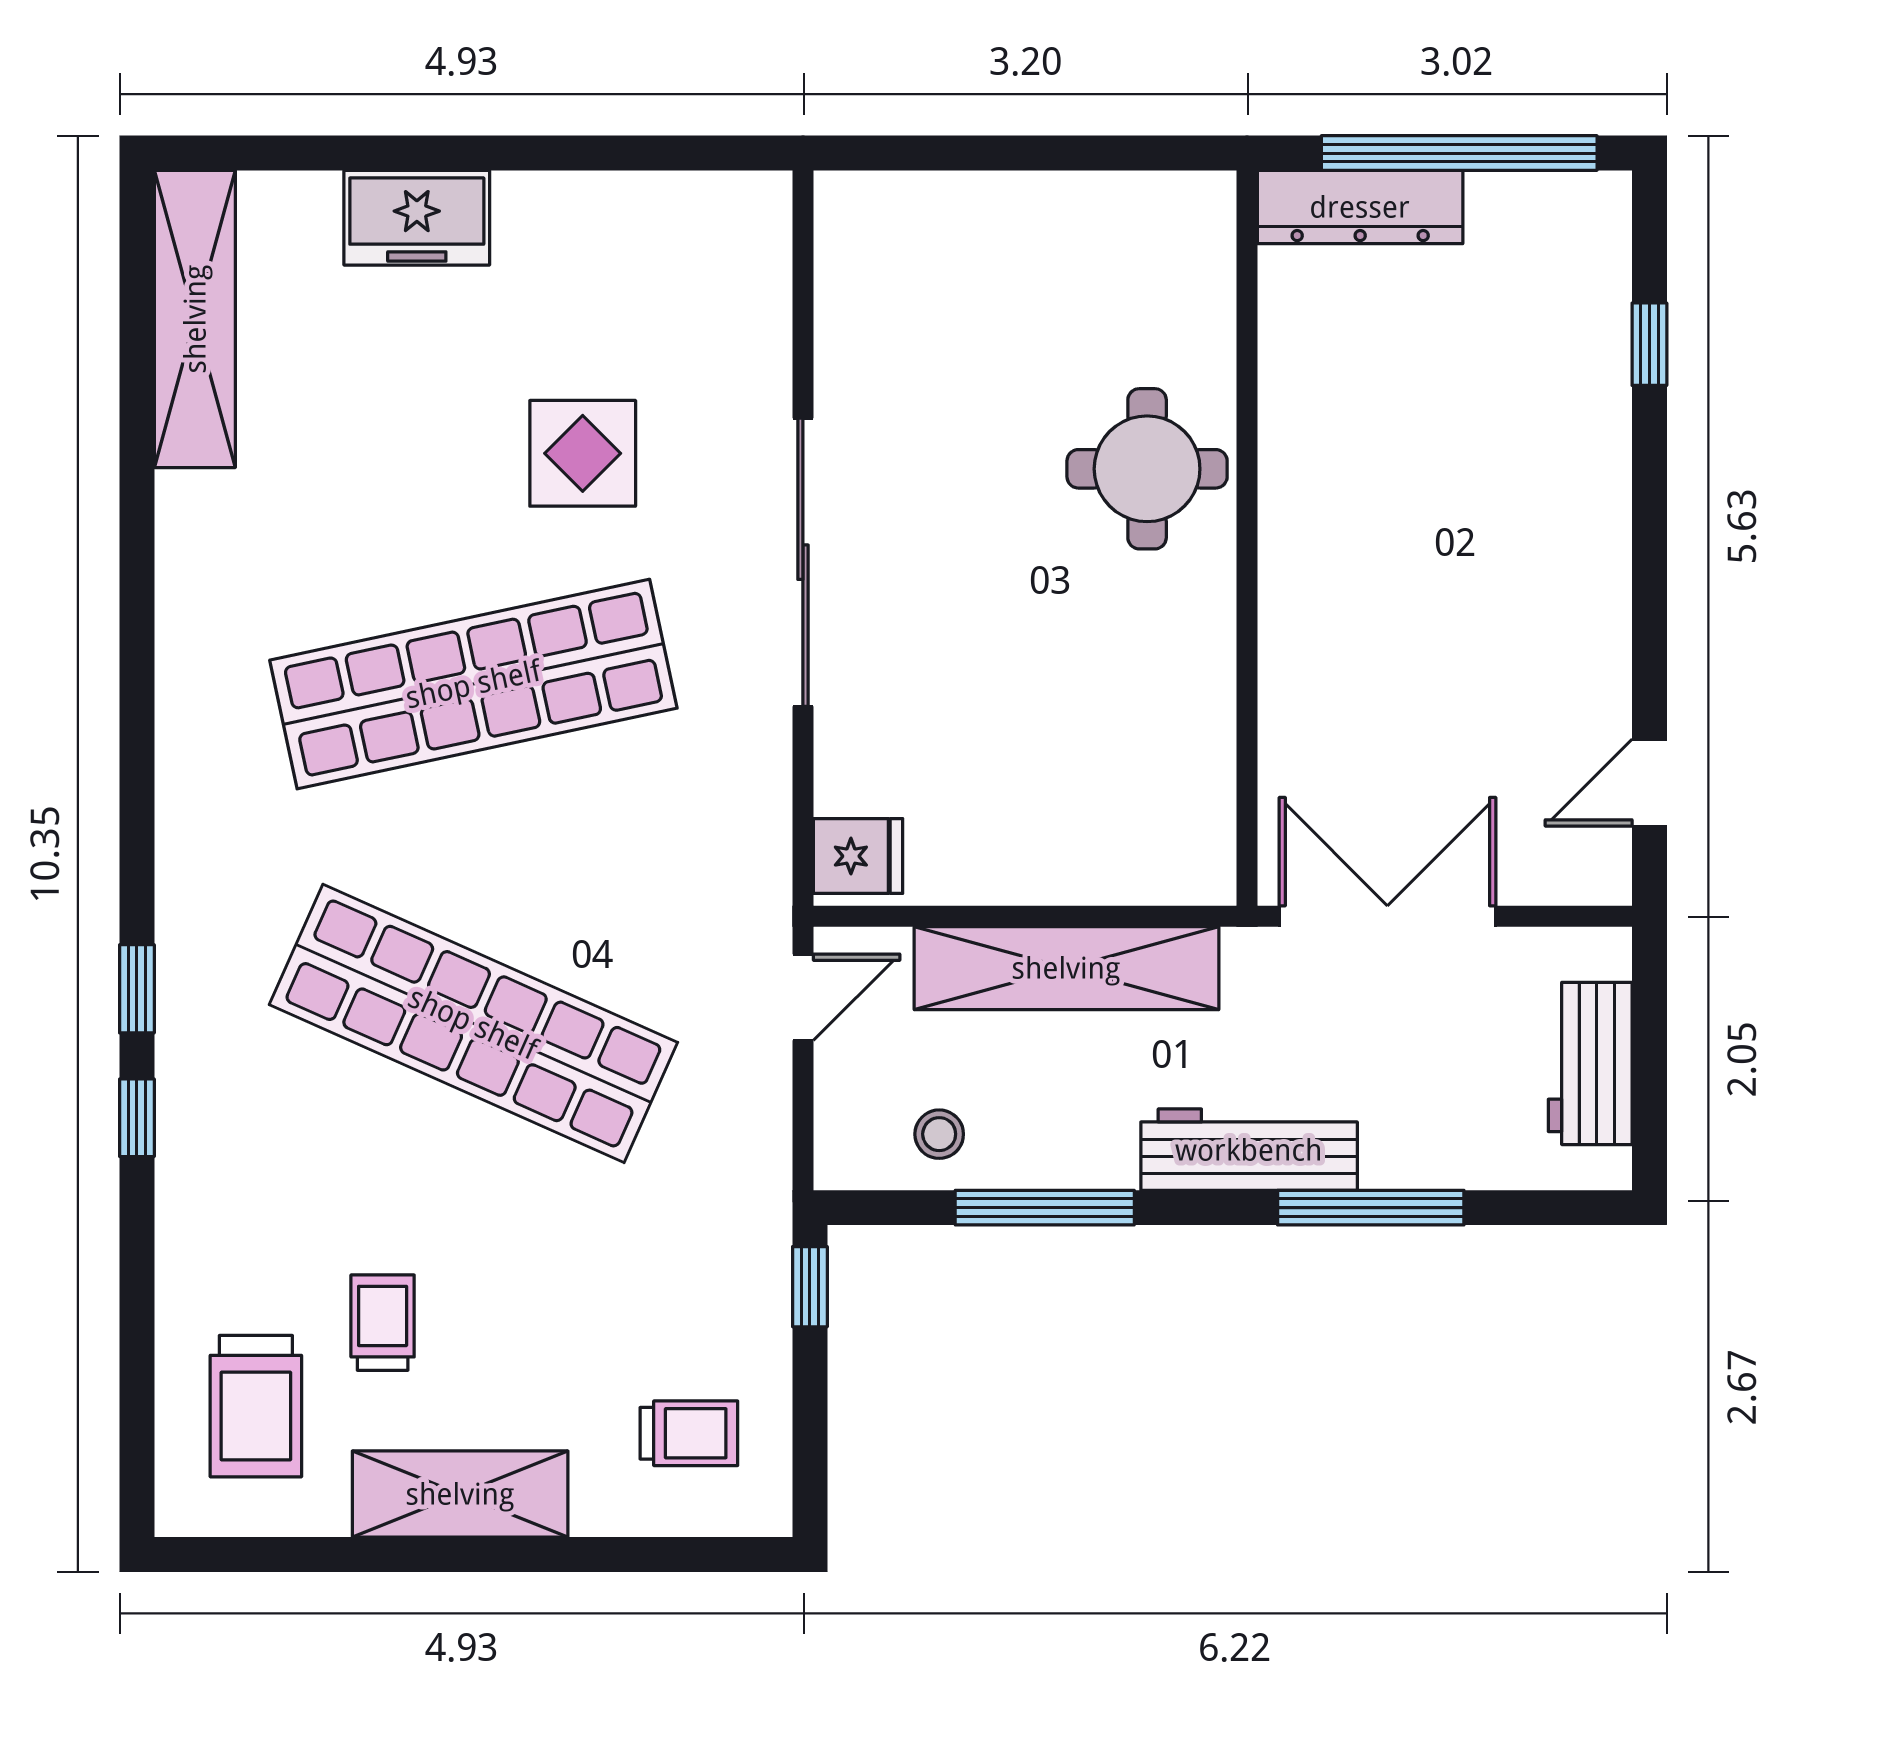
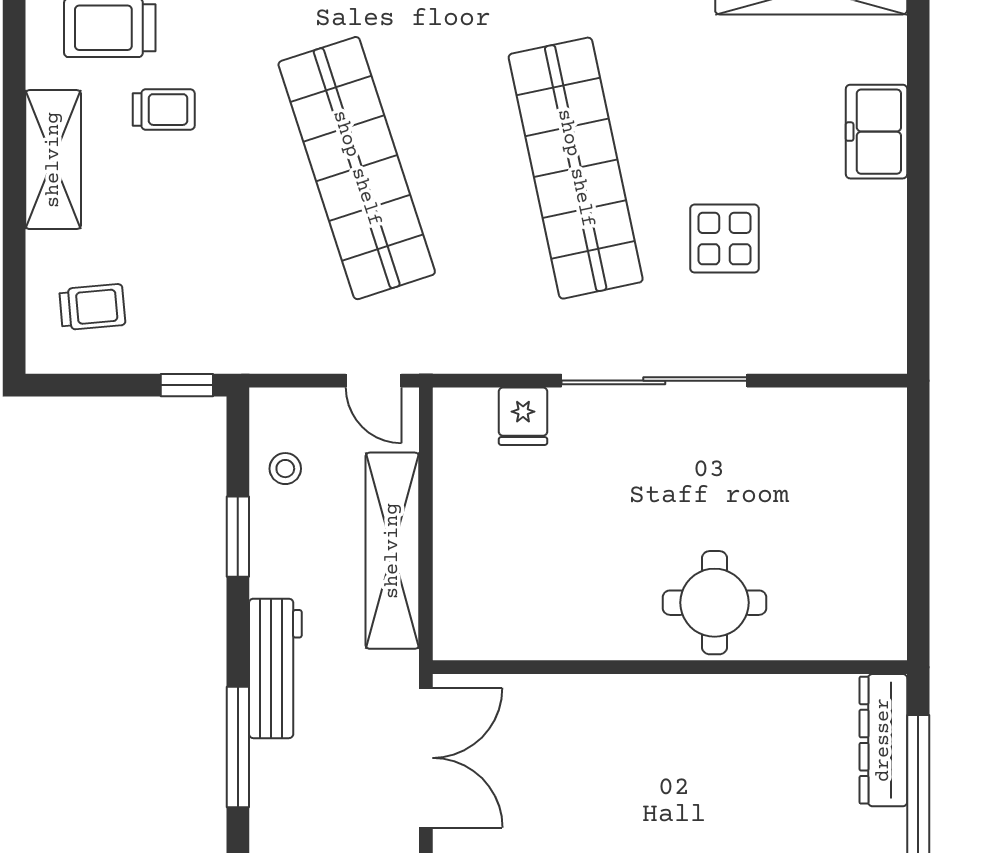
fridge: (858, 856) -> (523, 416), moved
shop shelf: (473, 1023) -> (357, 168), turned -42
window: (1045, 1208) -> (238, 537), width x0.69
trolley: (689, 1433) -> (92, 307), turned -95

